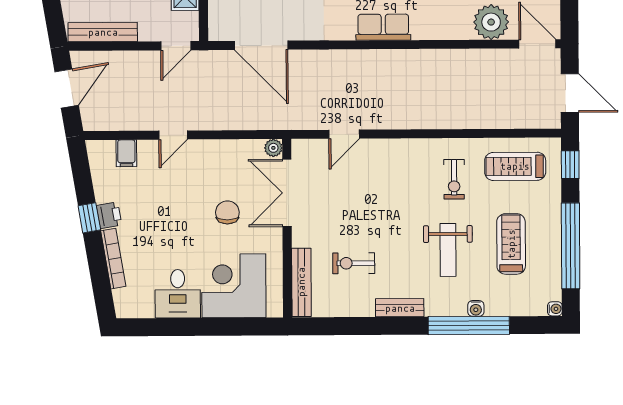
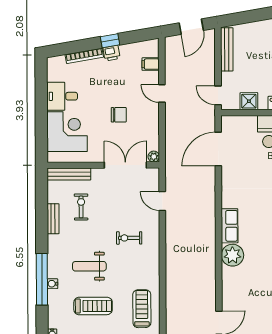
plant: (491, 22) -> (232, 255), moved
door: (67, 89) -> (191, 27), hinge flipped
exercise bike: (454, 179) -> (129, 238), moved
chair: (227, 212) -> (119, 115), moved
bench: (400, 308) -> (53, 219), moved

